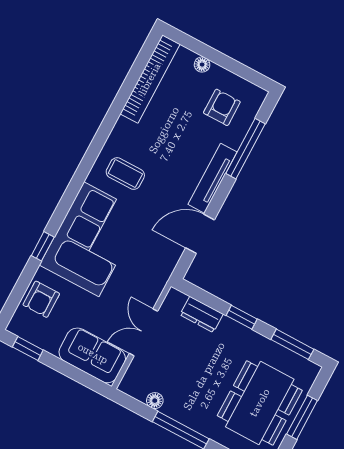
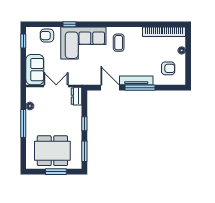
window: (245, 149) -> (140, 88), moved
dresser: (202, 314) -> (77, 96), moved

